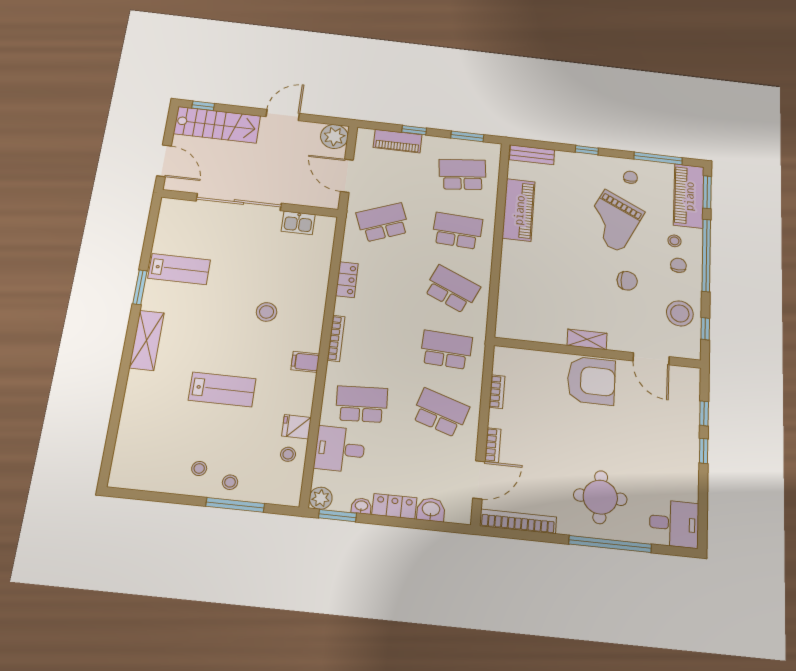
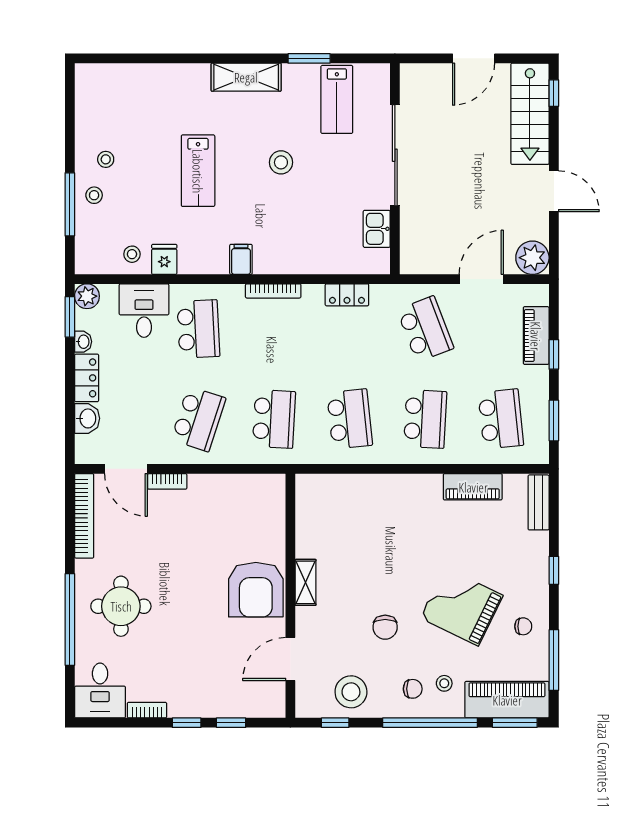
sliding door: (239, 202) -> (395, 155), moved
wall: (250, 203) -> (395, 169), moved
piano: (519, 210) -> (473, 487), width x0.73, depth x0.75
kitchen sink: (298, 223) -> (377, 229), moved
school desk: (452, 289) -> (350, 419), turned -30
stool: (267, 312) -> (281, 162), moved
bookcase: (497, 392) -> (147, 710), moved, turned 180

